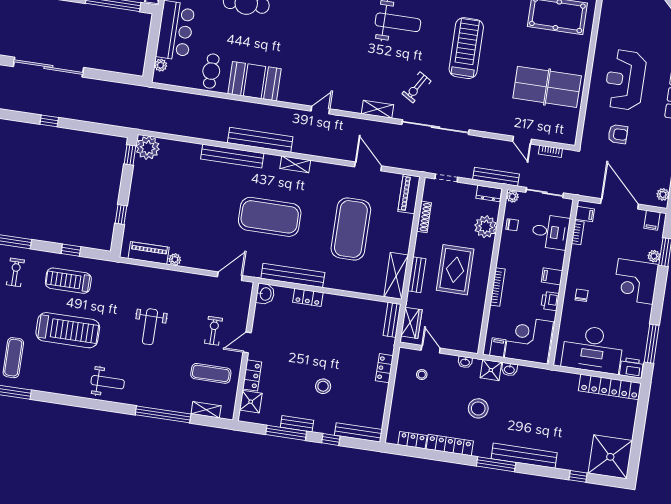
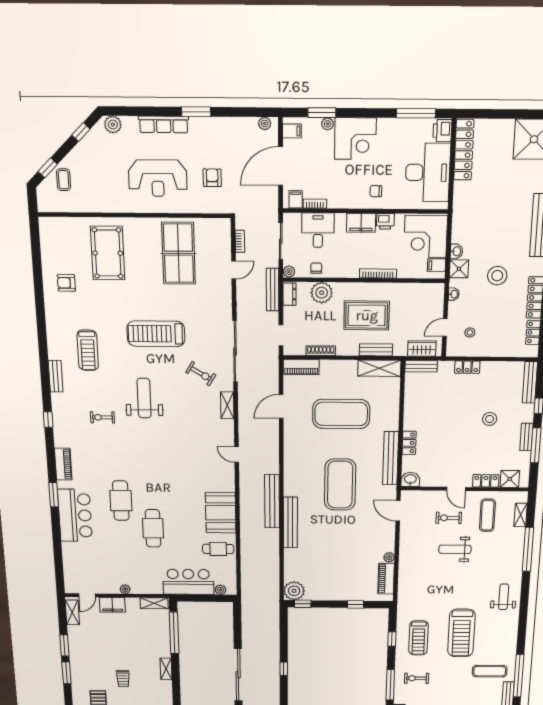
shelving: (295, 164) -> (289, 469), removed
filing cabinet: (552, 276) -> (361, 223), width x2.00
weight bench: (150, 327) -> (455, 549), moved, turned 180
treadmill: (68, 330) -> (461, 633), turned 180

